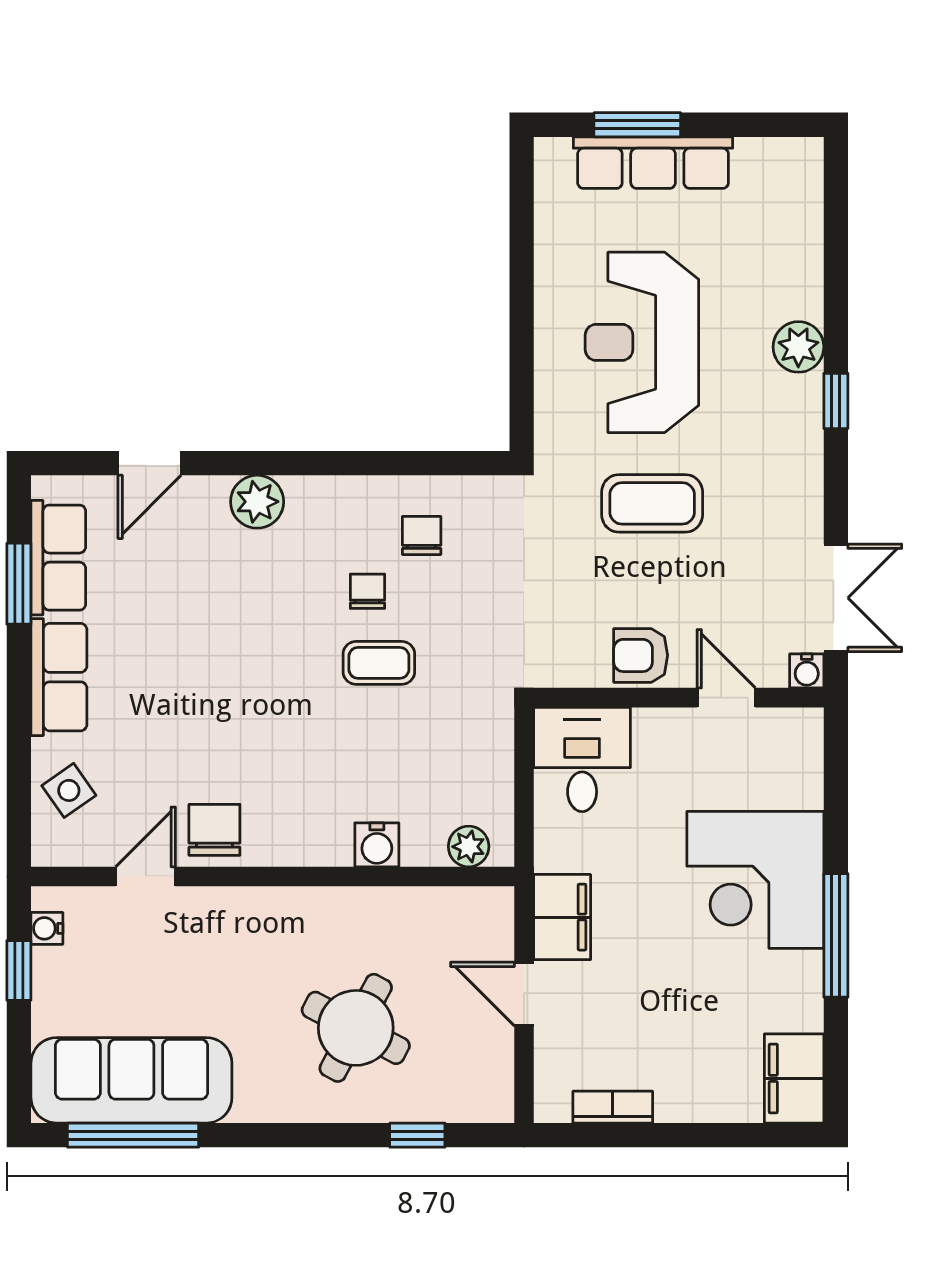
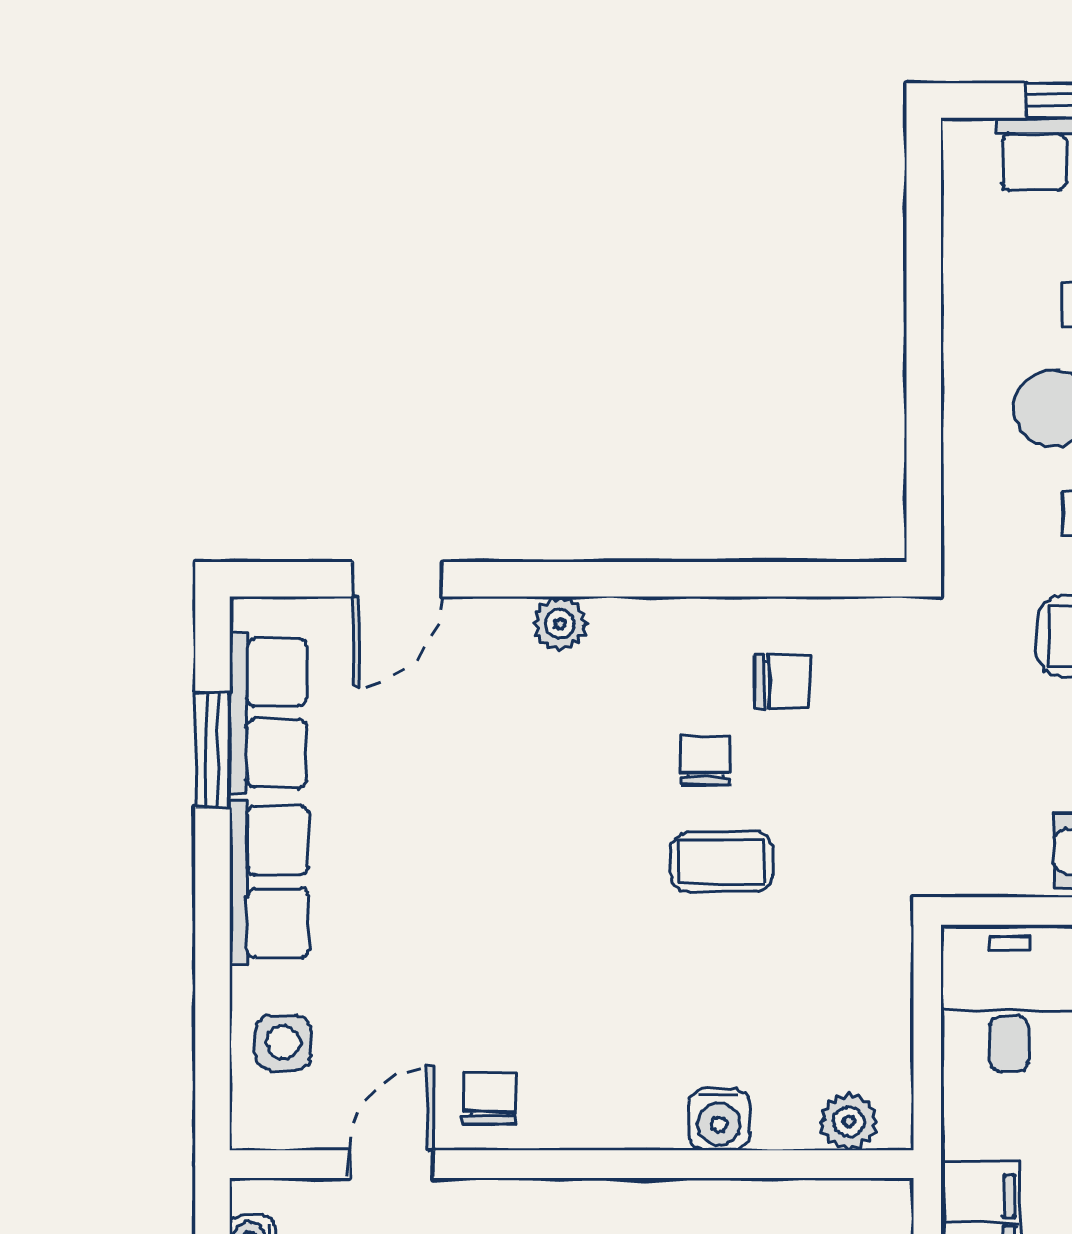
plant: (257, 502) -> (560, 624), width x0.73, depth x0.73
chair: (422, 535) -> (782, 682), turned 90
side table: (69, 790) -> (283, 1042), turned 35
chair: (214, 830) -> (489, 1098), width x0.73, depth x0.73

